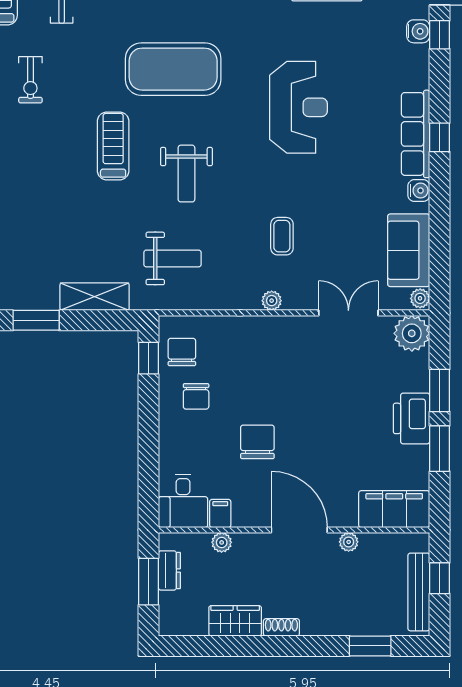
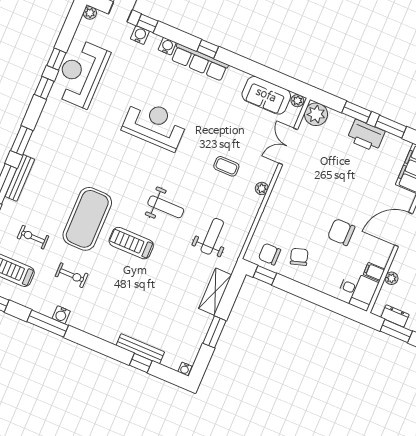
exercise mat: (173, 69) -> (87, 219), moved
water cooler: (419, 191) -> (167, 46), moved
chair: (196, 396) -> (299, 257), turned -107

